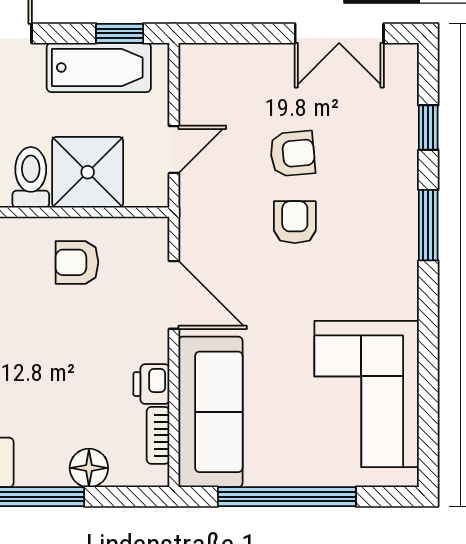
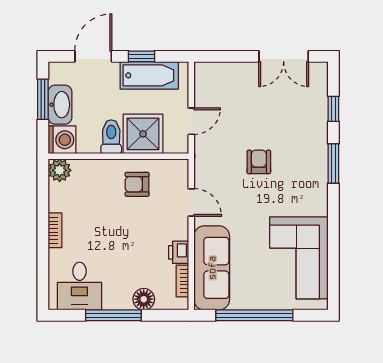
window: (120, 33) -> (142, 56), moved
armchair: (293, 154) -> (258, 124), removed
door: (174, 295) -> (191, 202), width x0.73

